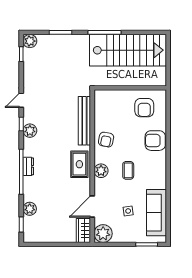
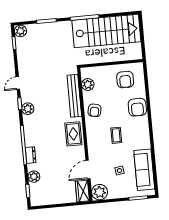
armchair: (155, 141) -> (137, 107), turned -90
dresser: (28, 166) -> (31, 155), moved
plant: (101, 171) -> (88, 84), moved

